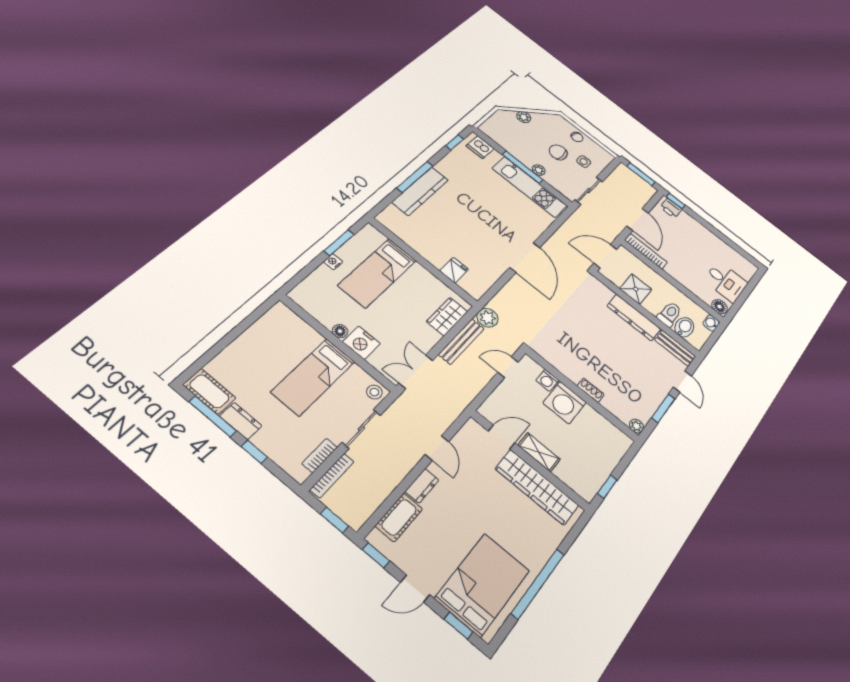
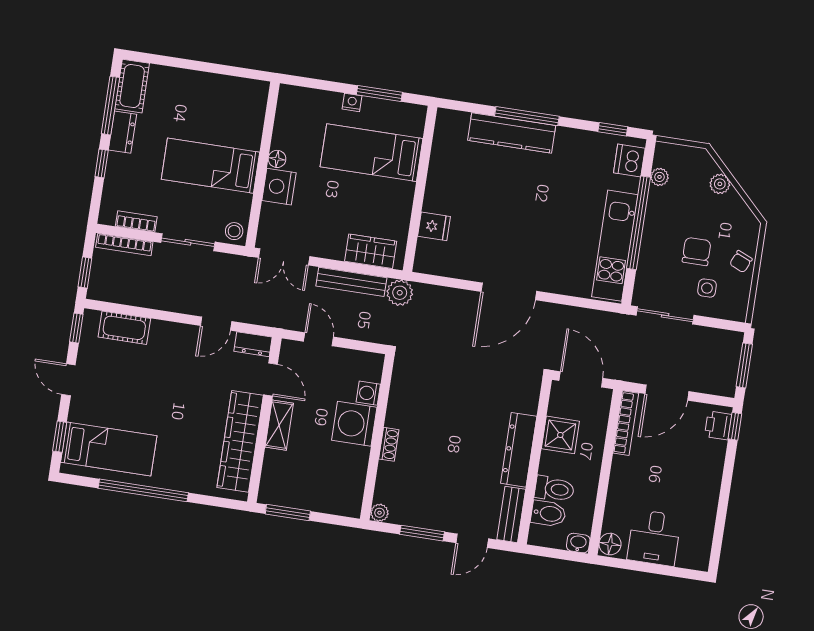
window: (523, 167) -> (639, 223), width x1.46
plant: (539, 170) -> (659, 177), moved
door: (508, 367) -> (318, 339), moved
double door: (416, 372) -> (284, 257), swing flipped
dresser: (422, 486) -> (253, 344), moved
window: (607, 487) -> (288, 513), width x1.50
bed: (483, 584) -> (109, 449), width x0.67

